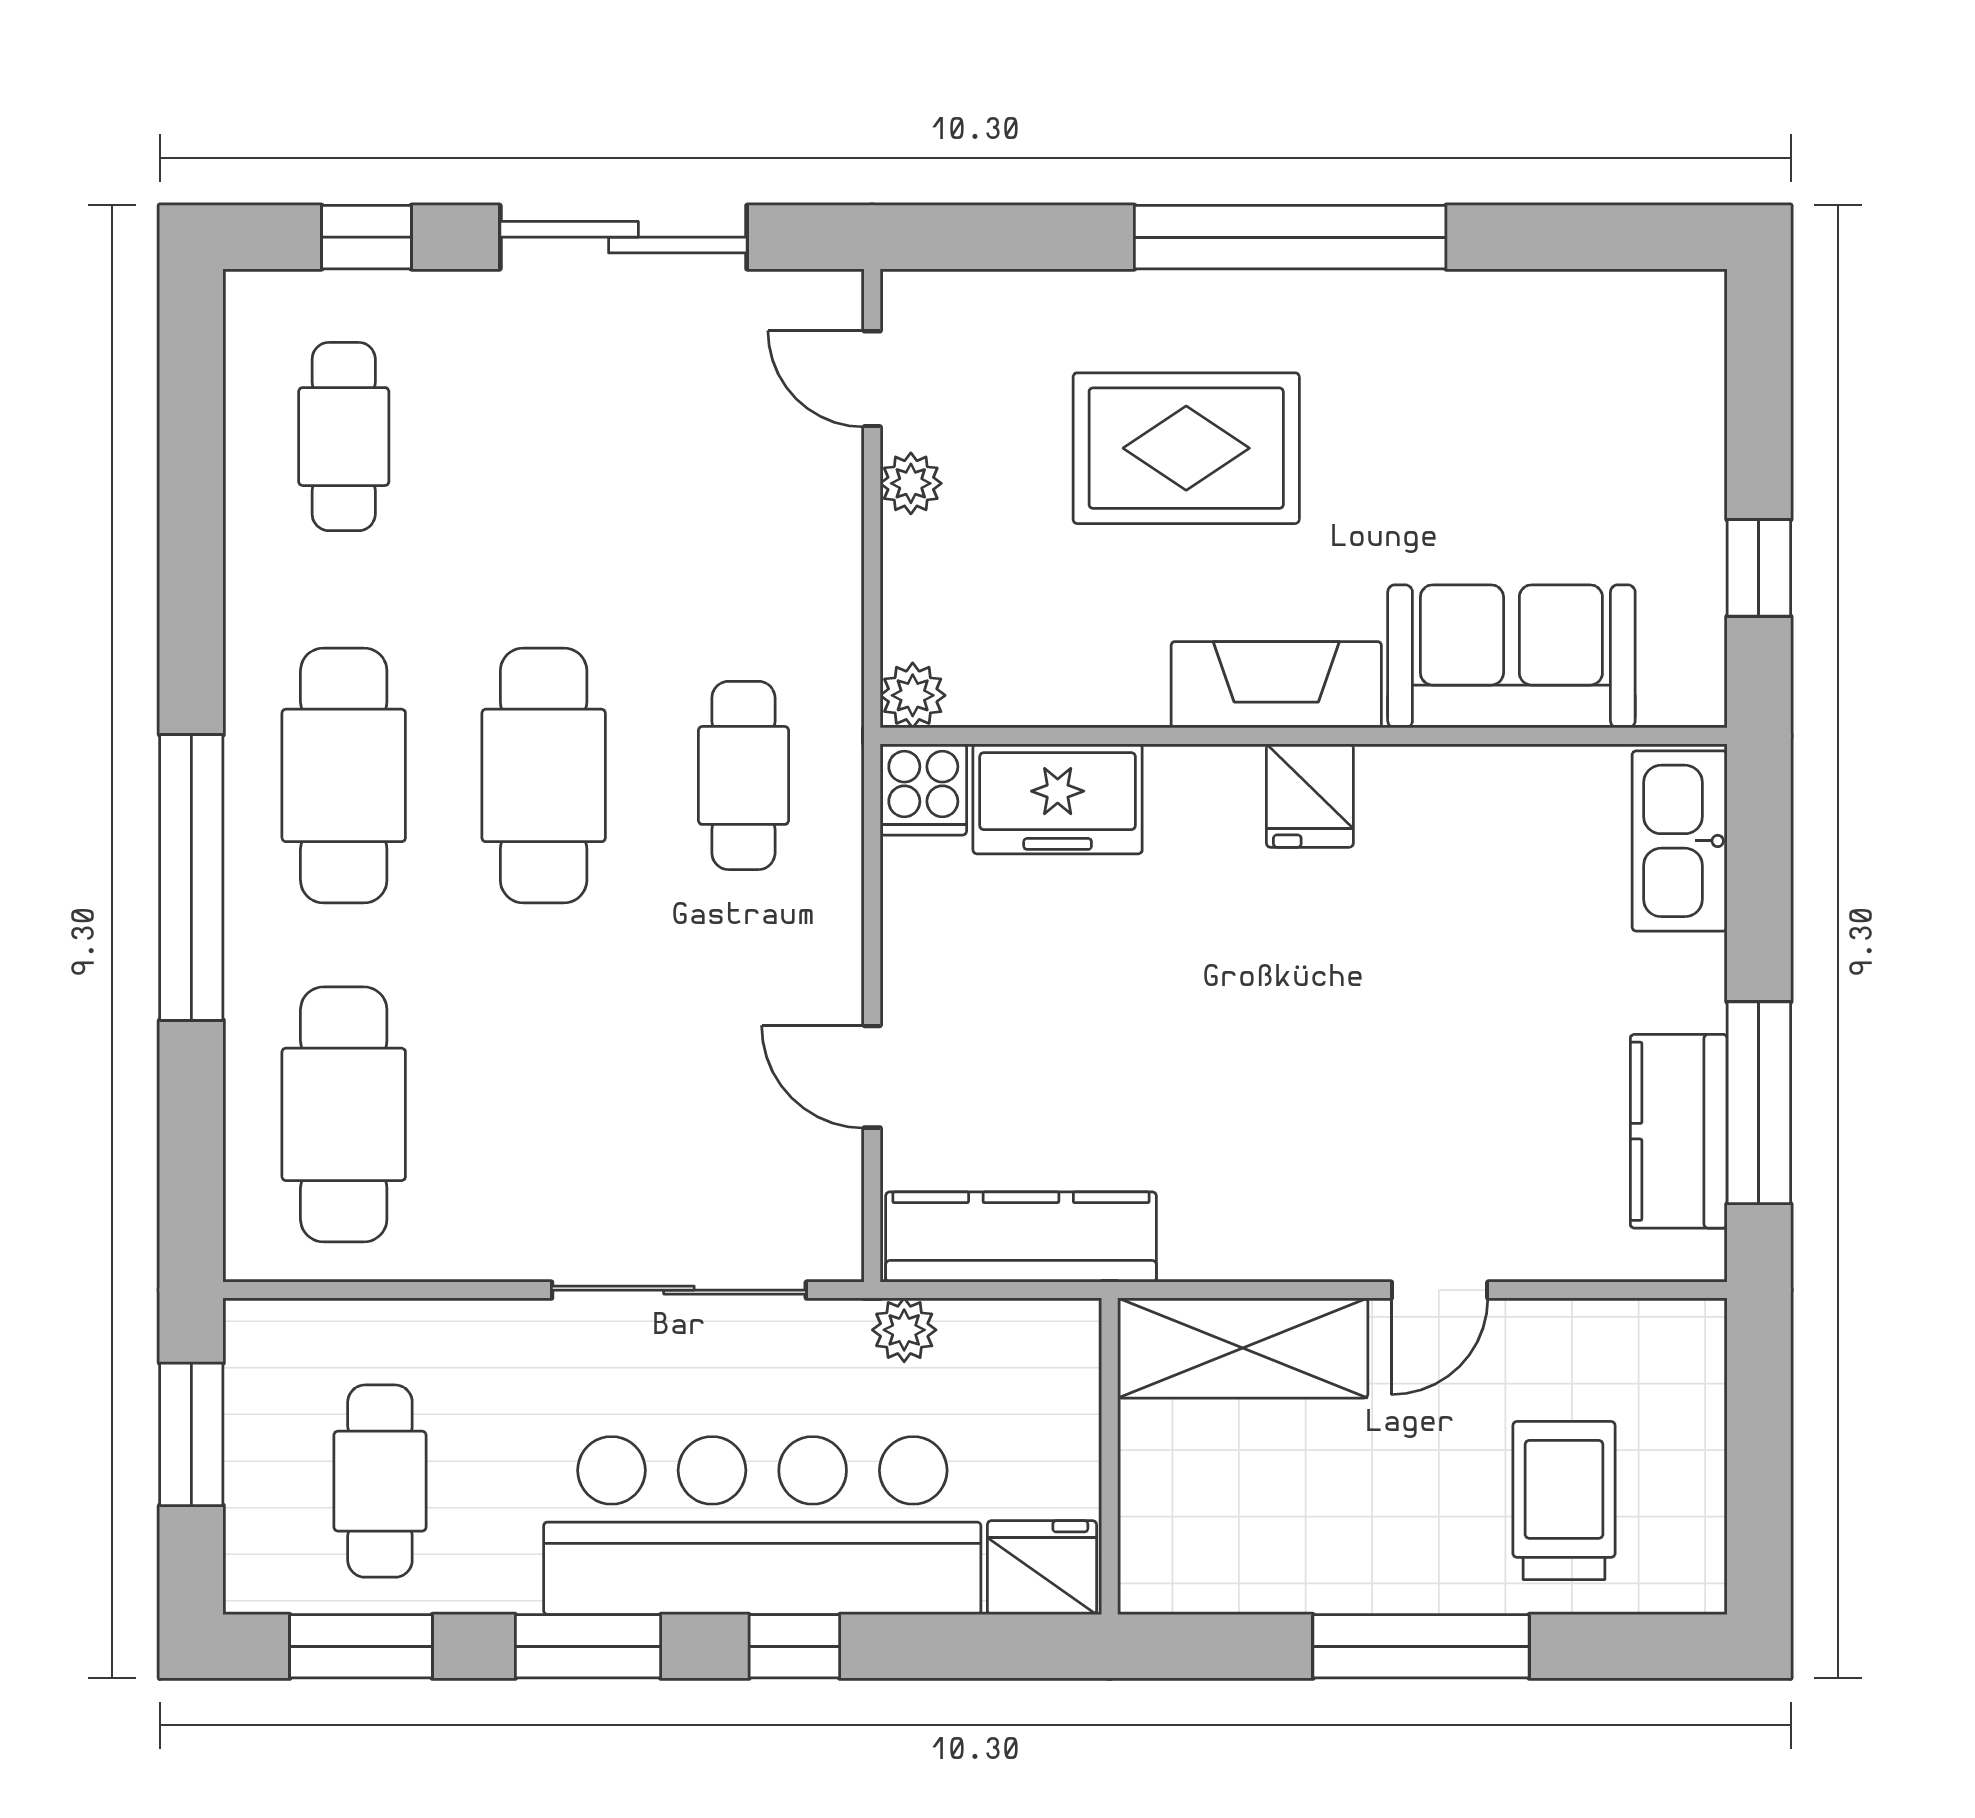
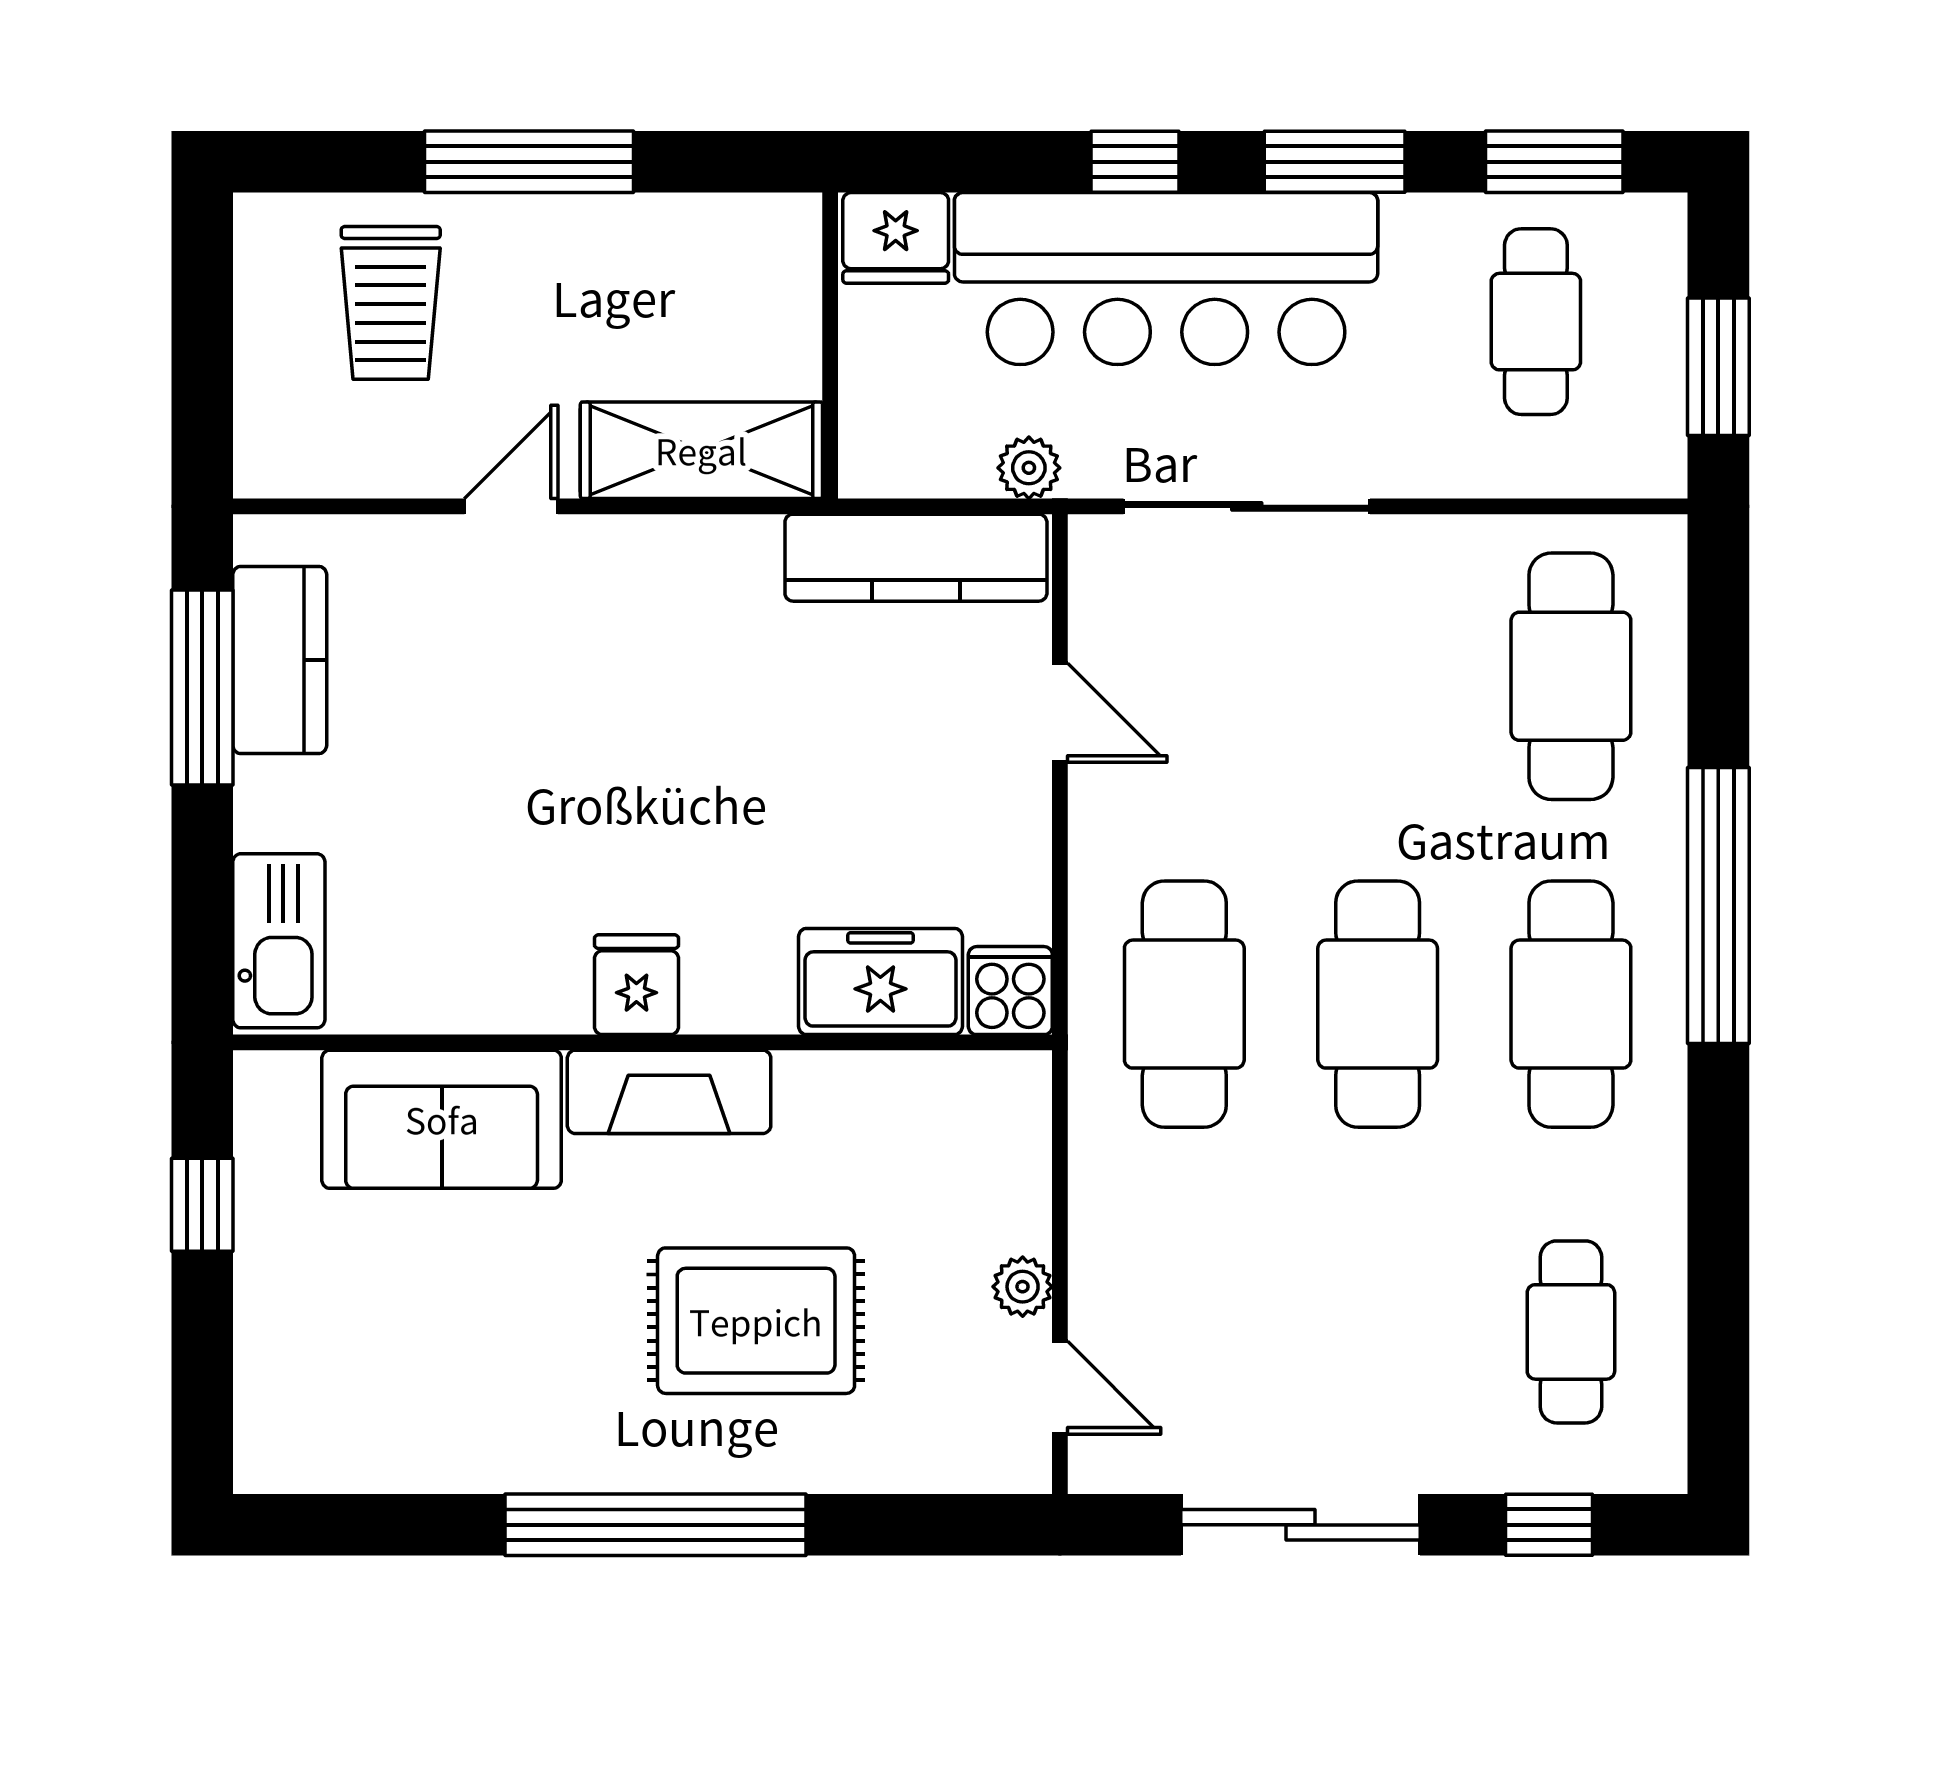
plant: (913, 695) -> (1021, 1082), removed
cafe table: (743, 775) -> (1184, 1004), width x1.37, depth x1.35

